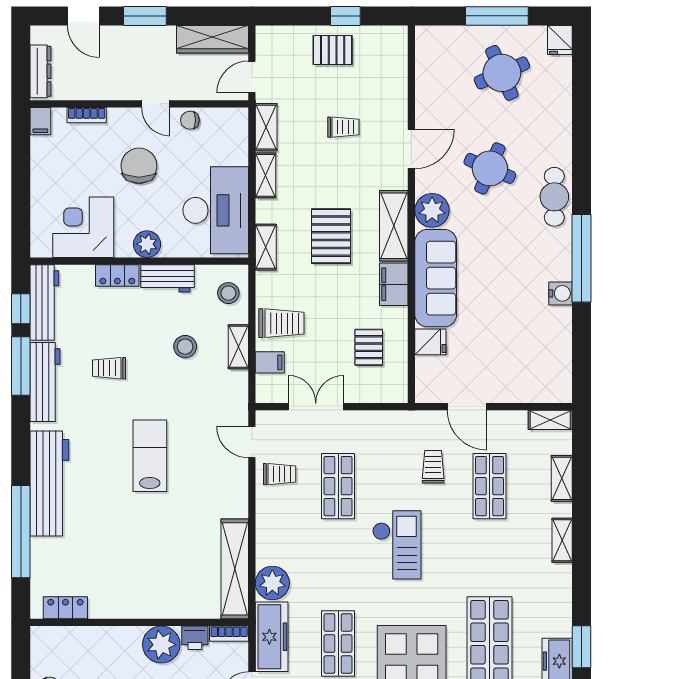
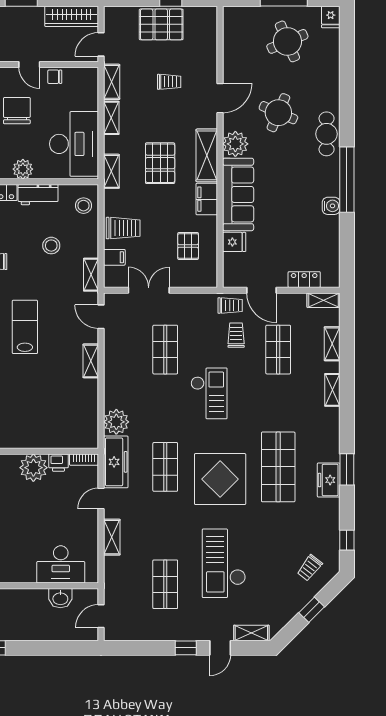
pallet: (333, 50) -> (161, 24), width x1.50, depth x1.42
shelving: (238, 347) -> (91, 275), moved
locker: (524, 392) -> (304, 280), added
trolley: (280, 474) -> (230, 305), moved
shelving: (235, 569) -> (91, 361), moved, width x0.45, depth x0.75

